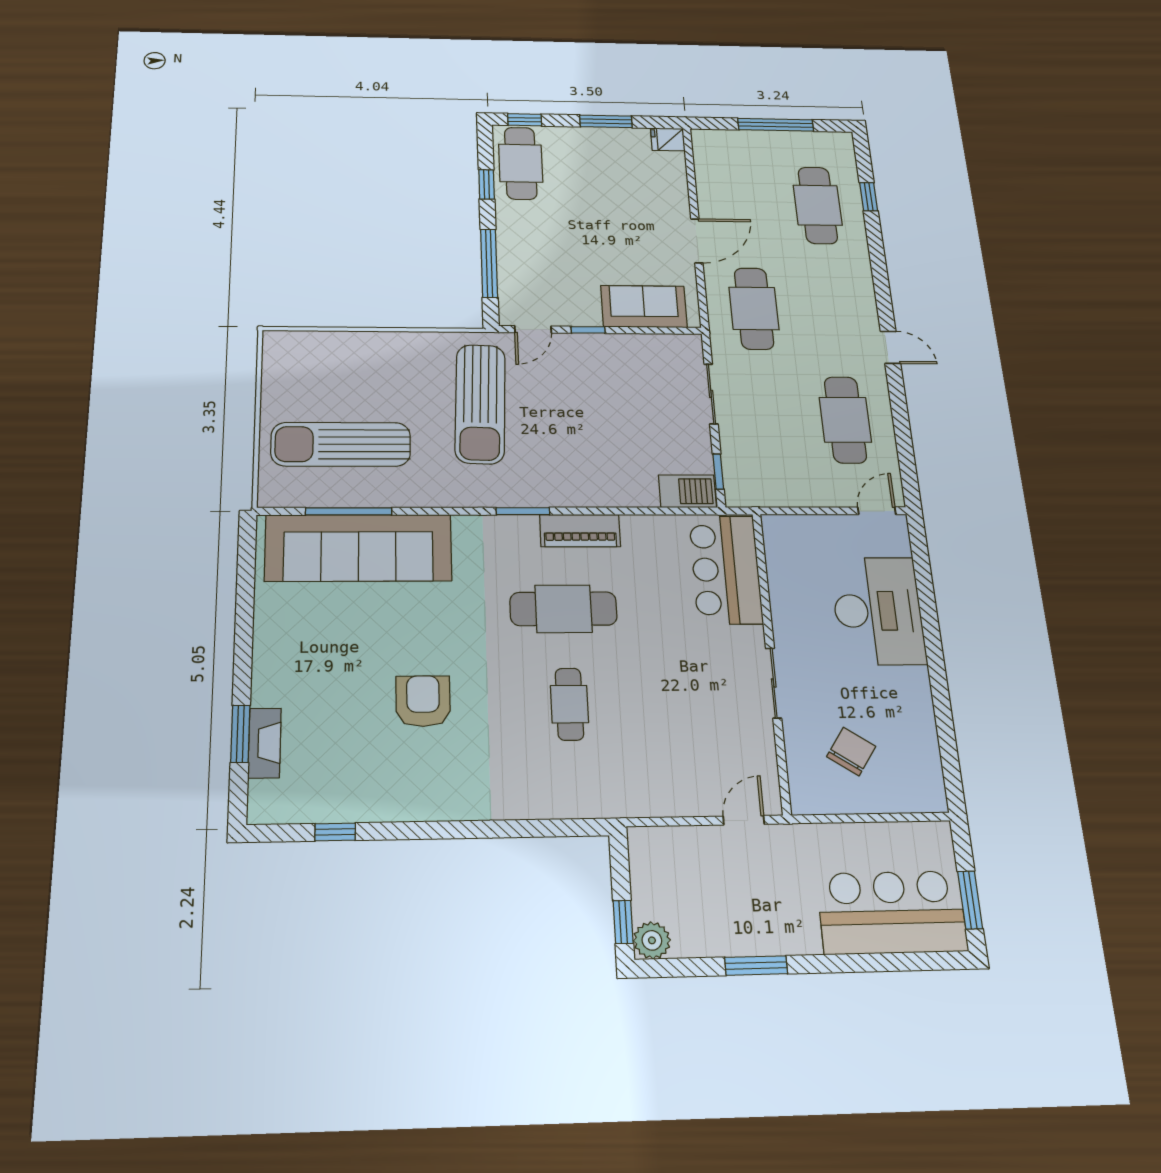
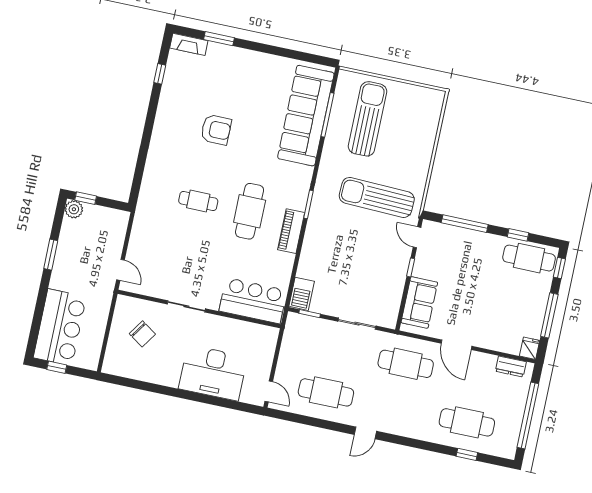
window: (606, 121) -> (549, 315), width x1.44
window: (776, 125) -> (528, 416), width x1.46
dresser: (706, 160) -> (511, 367), added
fireplace: (265, 743) -> (189, 44), moved
window: (970, 900) -> (57, 367), width x0.67

